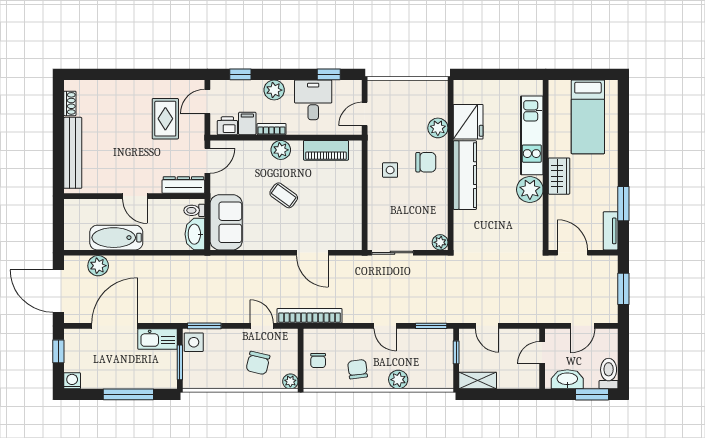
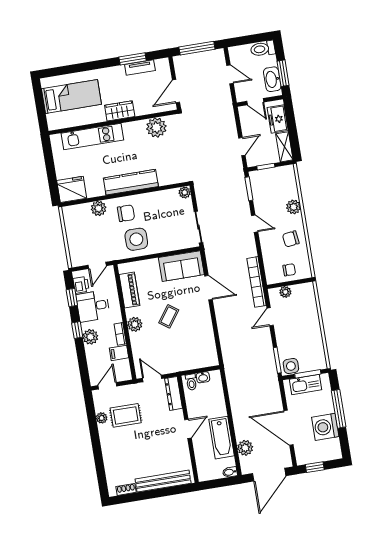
window: (240, 74) -> (77, 330), moved
plant: (167, 87) -> (102, 418), added
door: (207, 102) -> (107, 386), swing flipped
door: (365, 114) -> (97, 265), hinge flipped
fridge: (468, 122) -> (72, 189), moved
printer: (227, 126) -> (81, 285), moved, turned 180
chair: (426, 162) -> (126, 213), turned 90
side table: (390, 170) -> (136, 239), width x1.87, depth x1.87
plant: (530, 190) -> (156, 127), moved
sofa: (226, 222) -> (181, 266), moved, turned 180
tv unit: (611, 231) -> (140, 68), moved
washbasin: (195, 234) -> (203, 377), width x0.52, depth x0.69
bidet: (70, 241) -> (230, 472), added
door: (312, 253) -> (209, 288), hinge flipped
window: (623, 289) -> (197, 48), width x1.44
door: (385, 326) -> (255, 224), hinge flipped
kitchen sink: (158, 339) -> (305, 384), moved, turned 90
chair: (258, 363) -> (299, 315), removed
freezer: (515, 378) -> (278, 119), added
washing machine: (72, 381) -> (325, 427), moved, width x1.89, depth x1.89
plant: (290, 381) -> (285, 292), moved
window: (592, 394) -> (283, 73), moved

